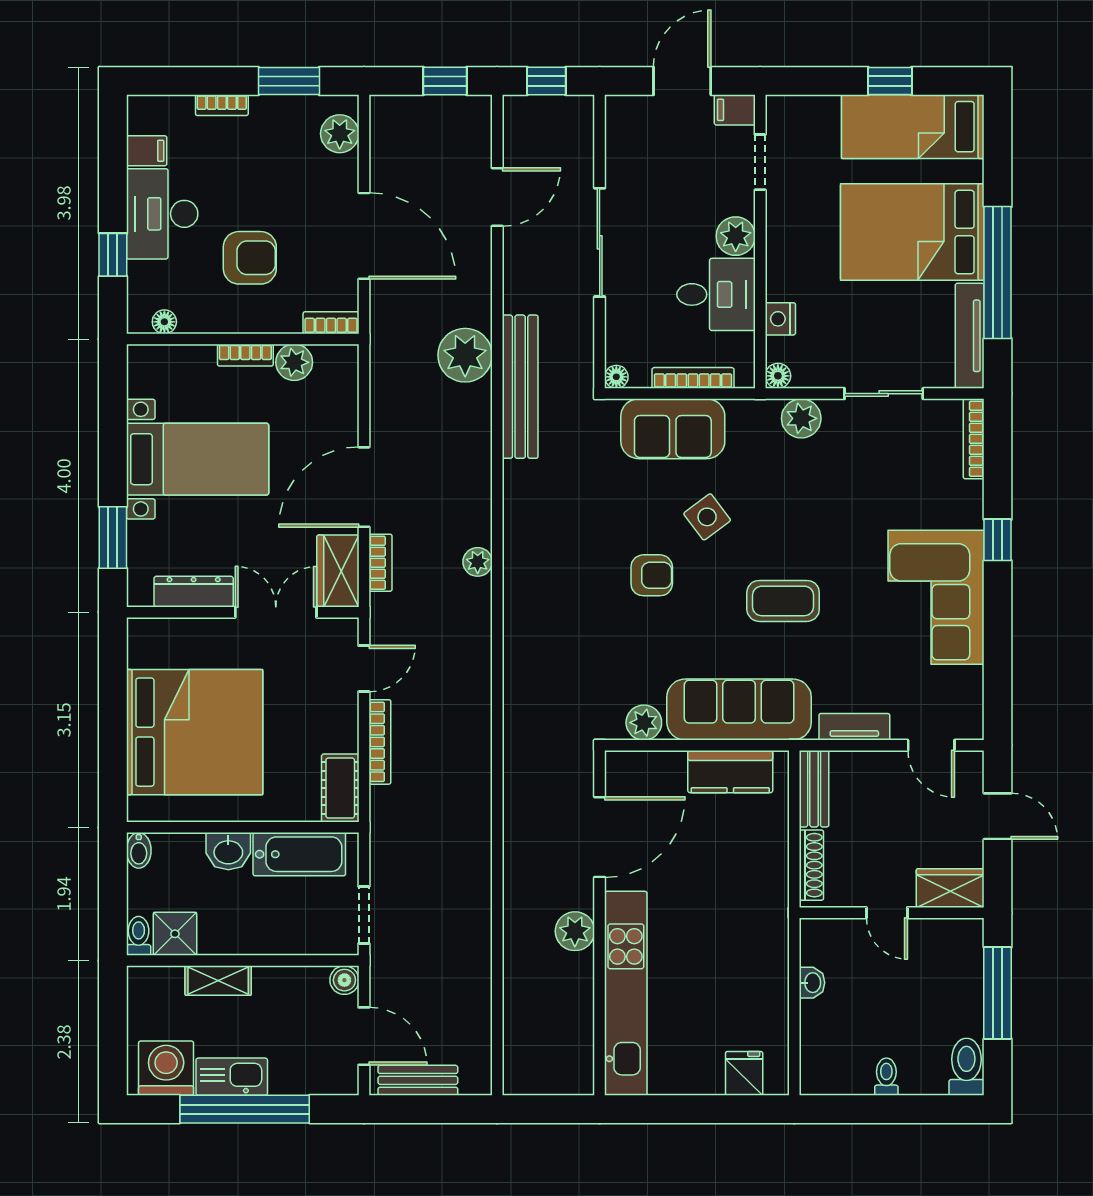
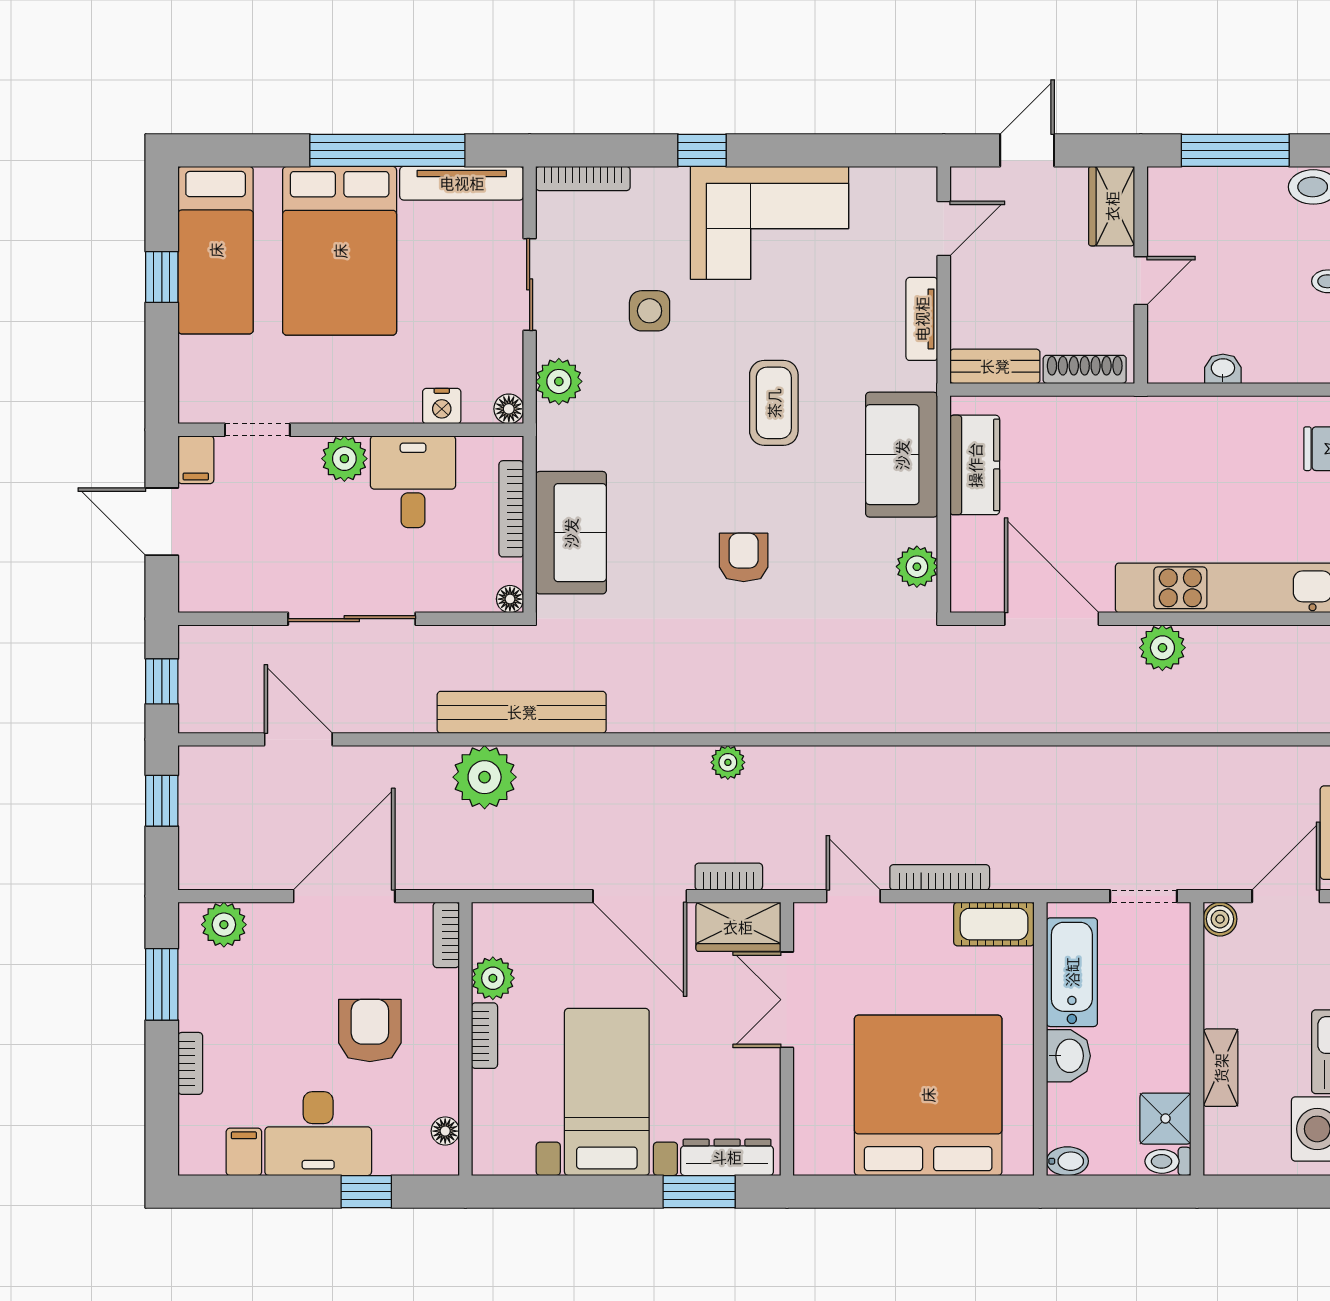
side table: (707, 517) -> (650, 311), moved, turned 37
dresser: (194, 592) -> (727, 1157), moved, turned 90
sofa: (739, 710) -> (902, 455), width x0.73

